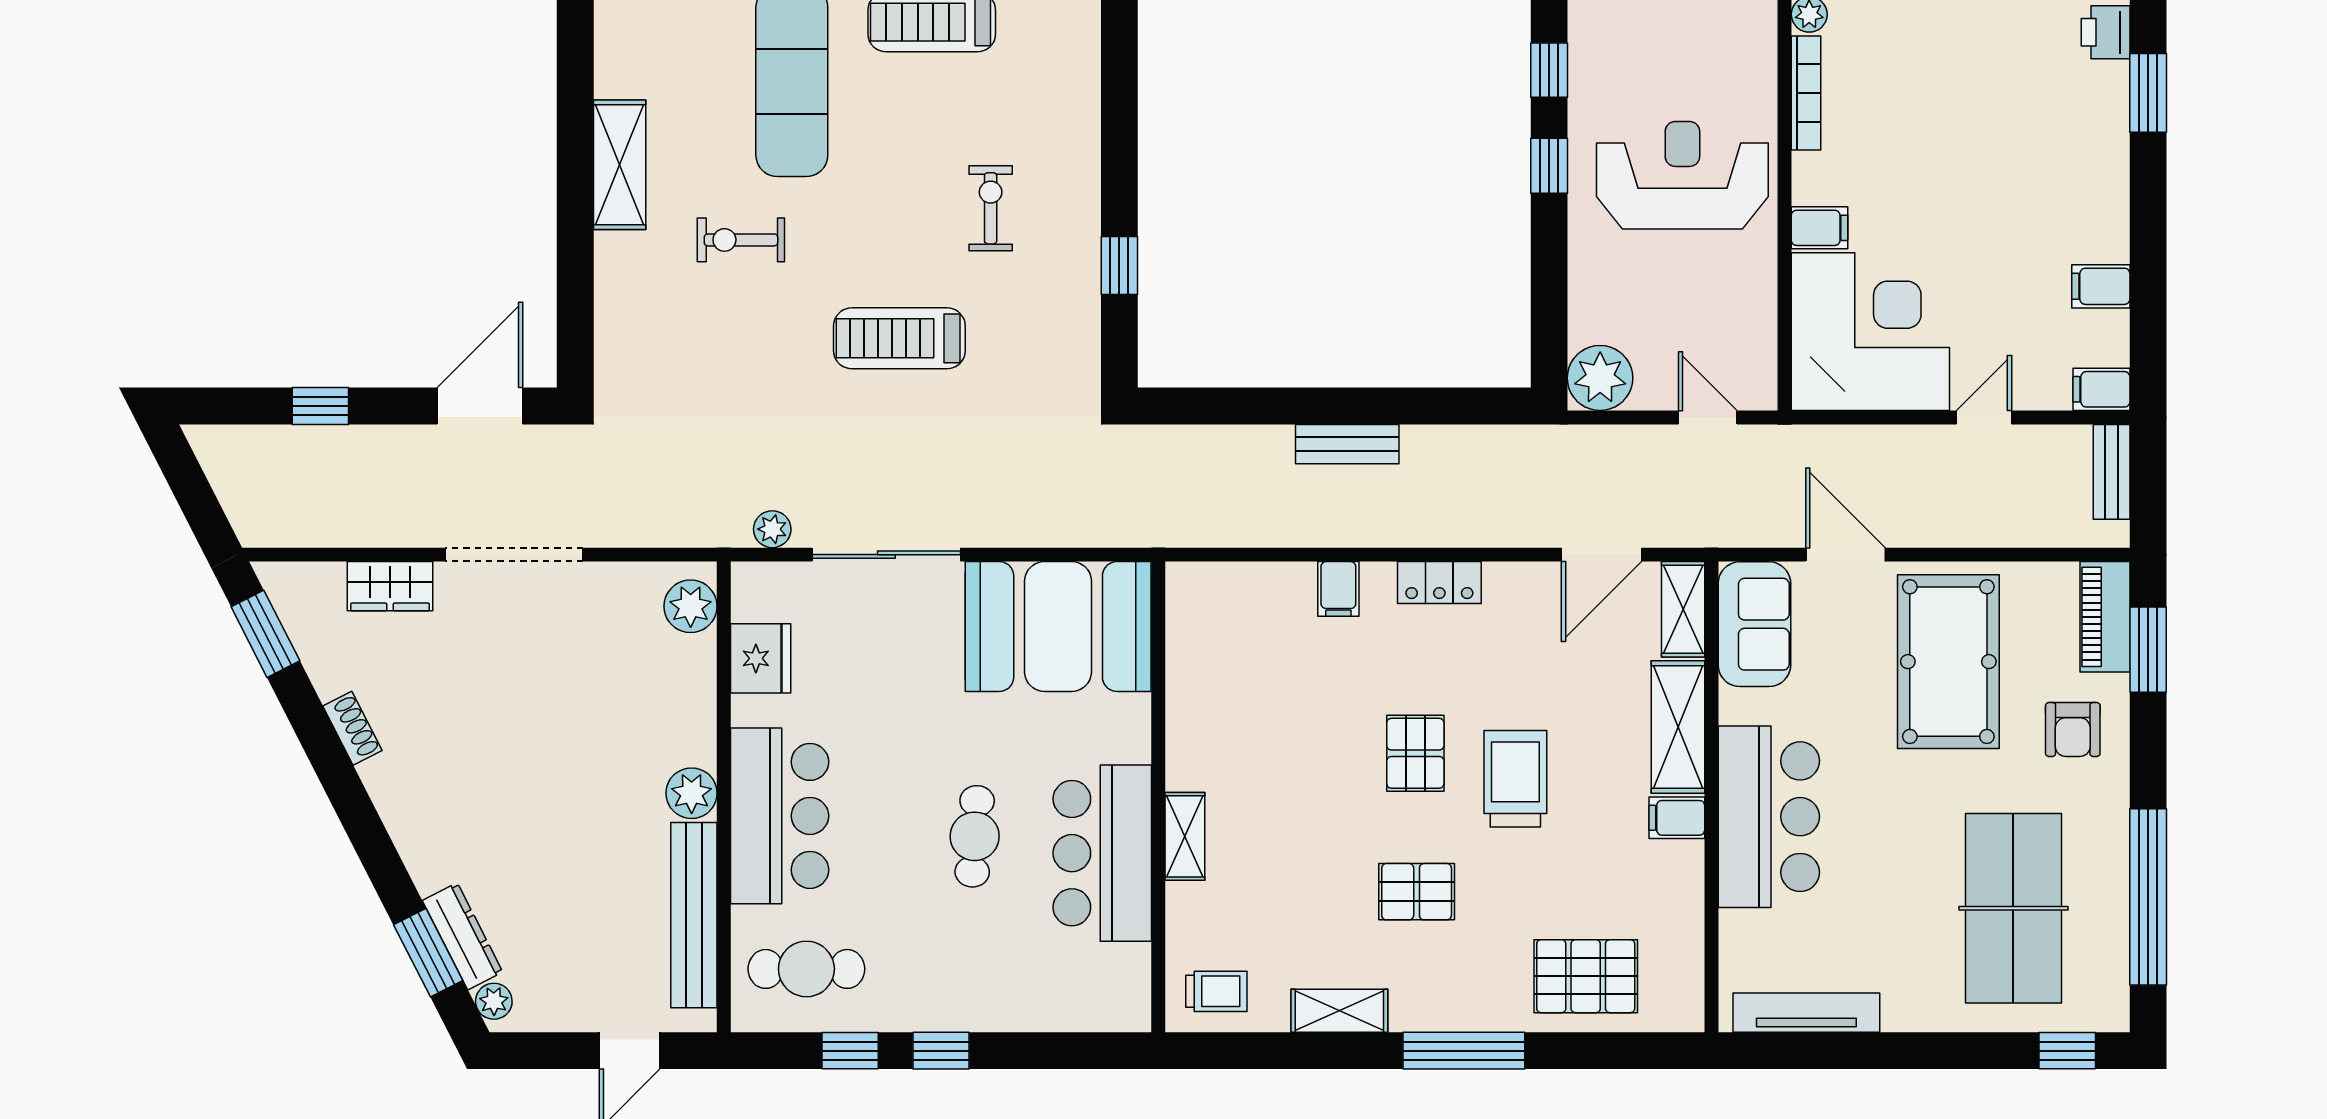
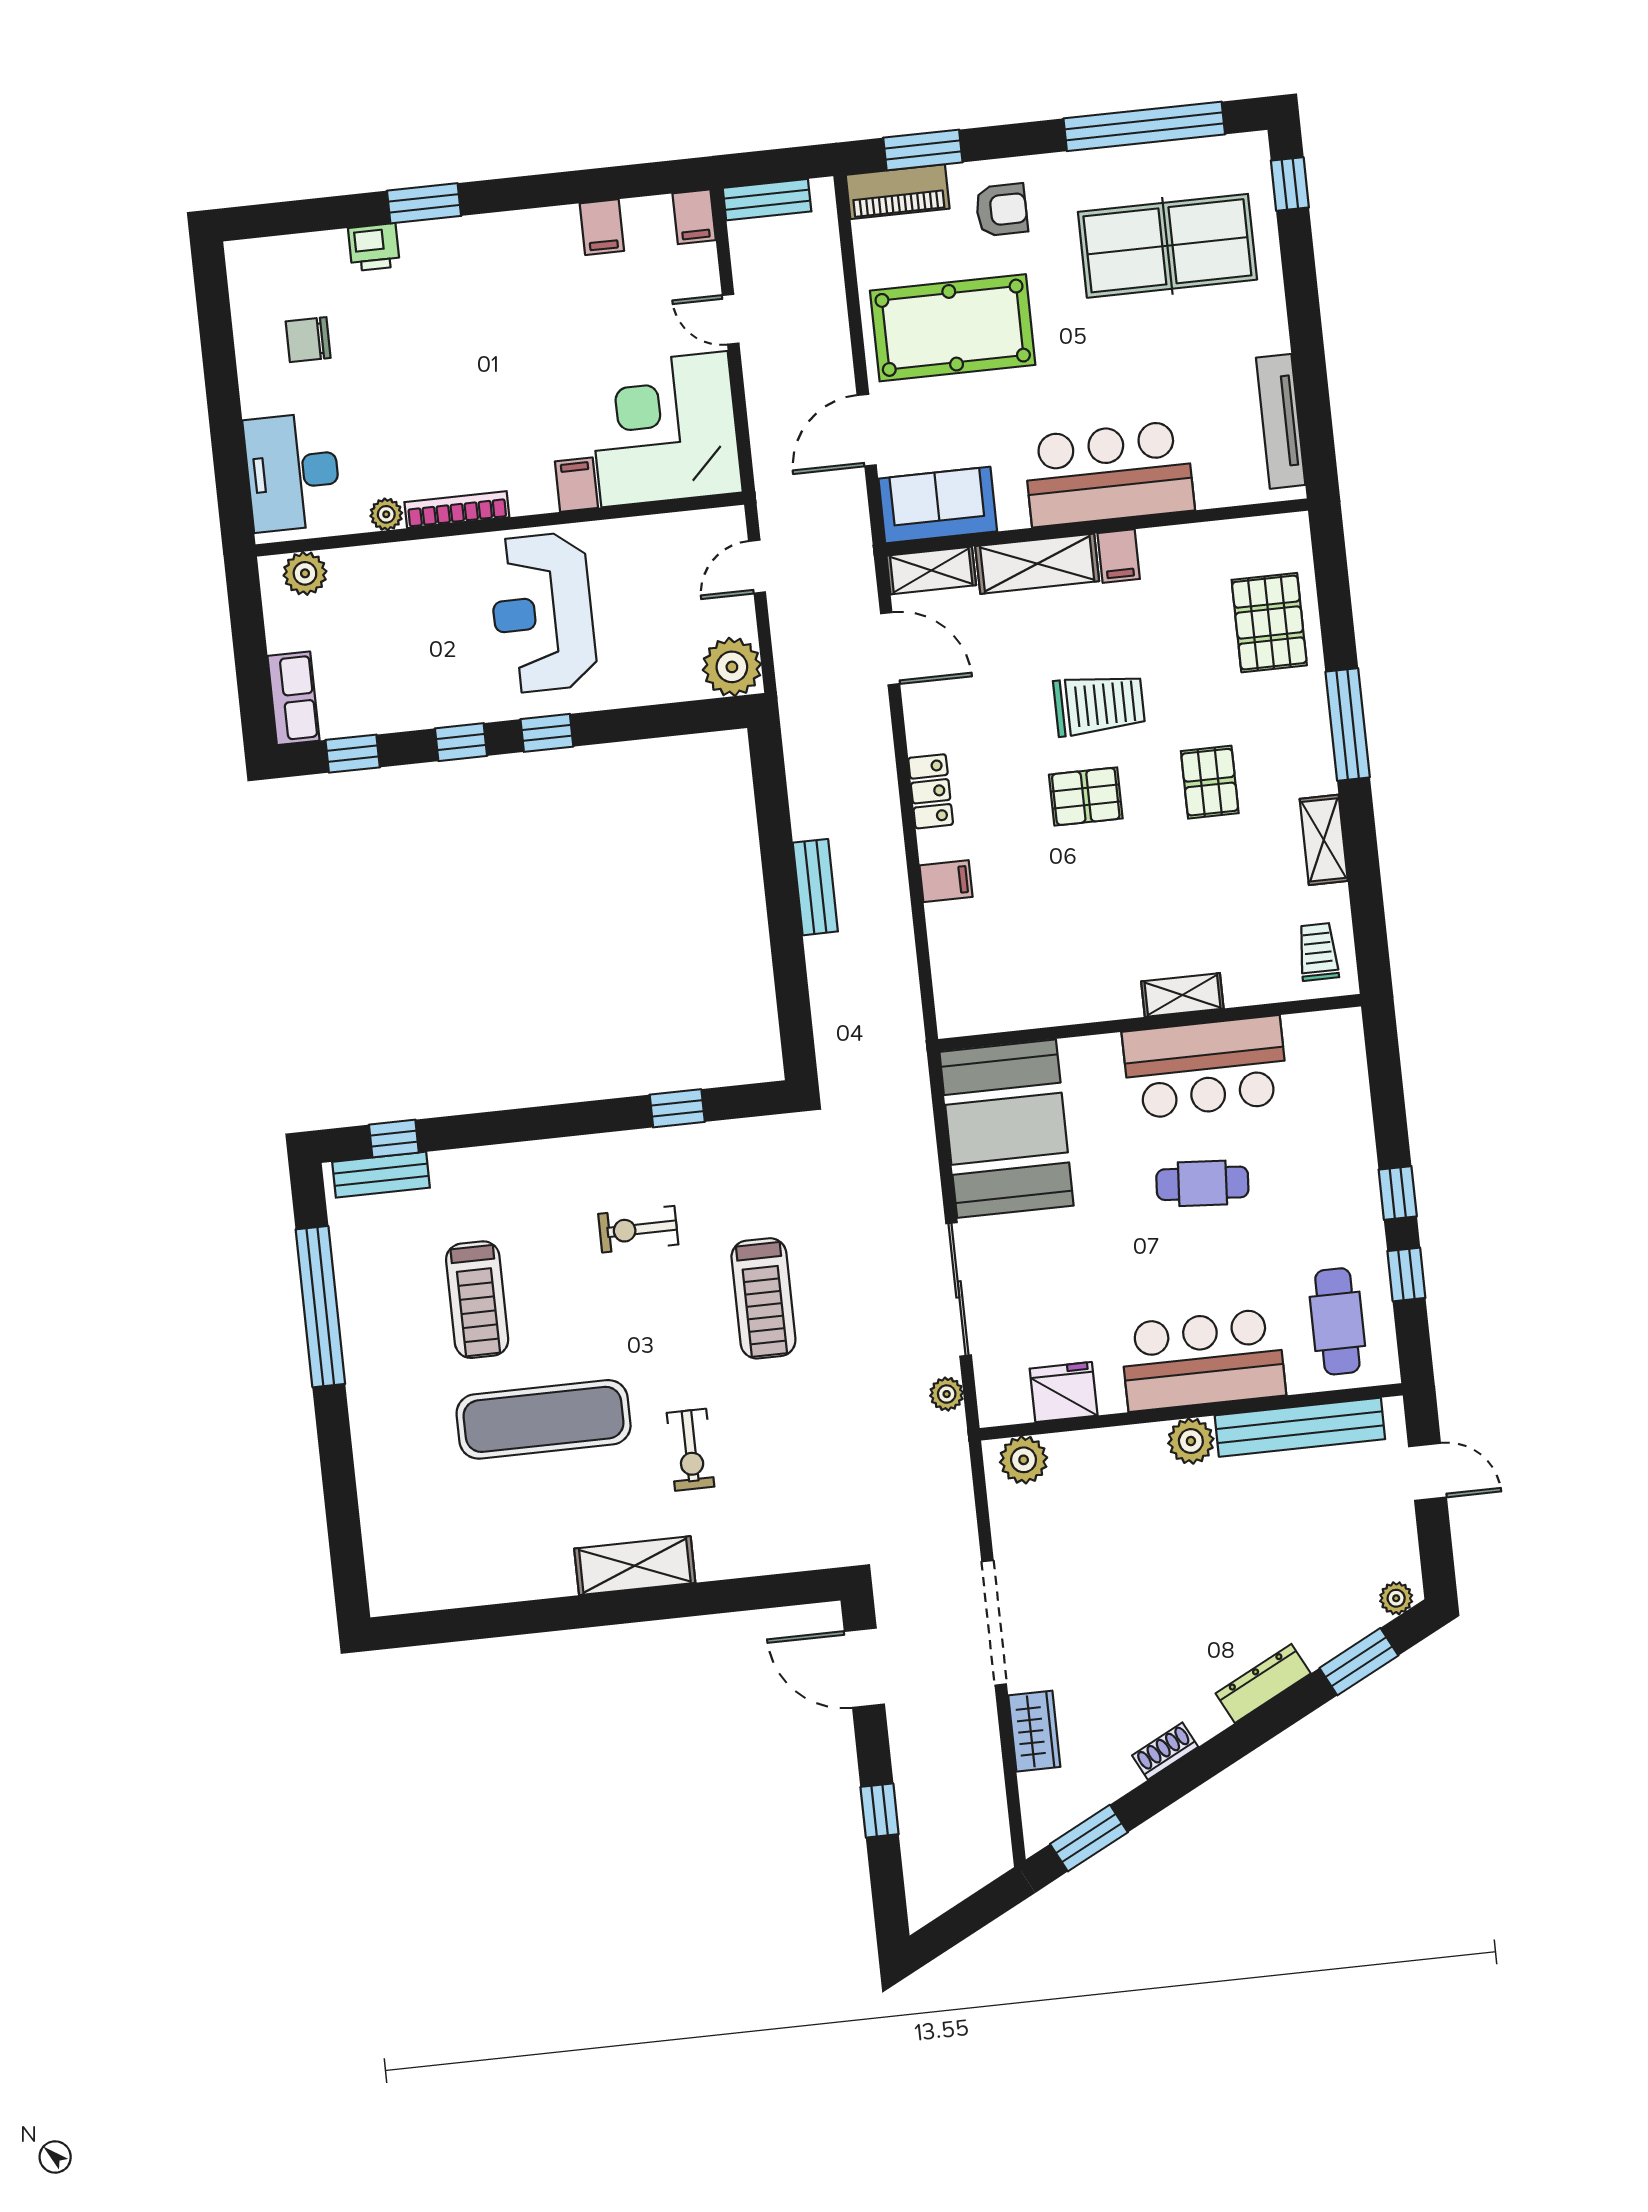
trolley: (1515, 779) -> (1099, 704), turned 180
dresser: (462, 936) -> (1263, 1683), moved

